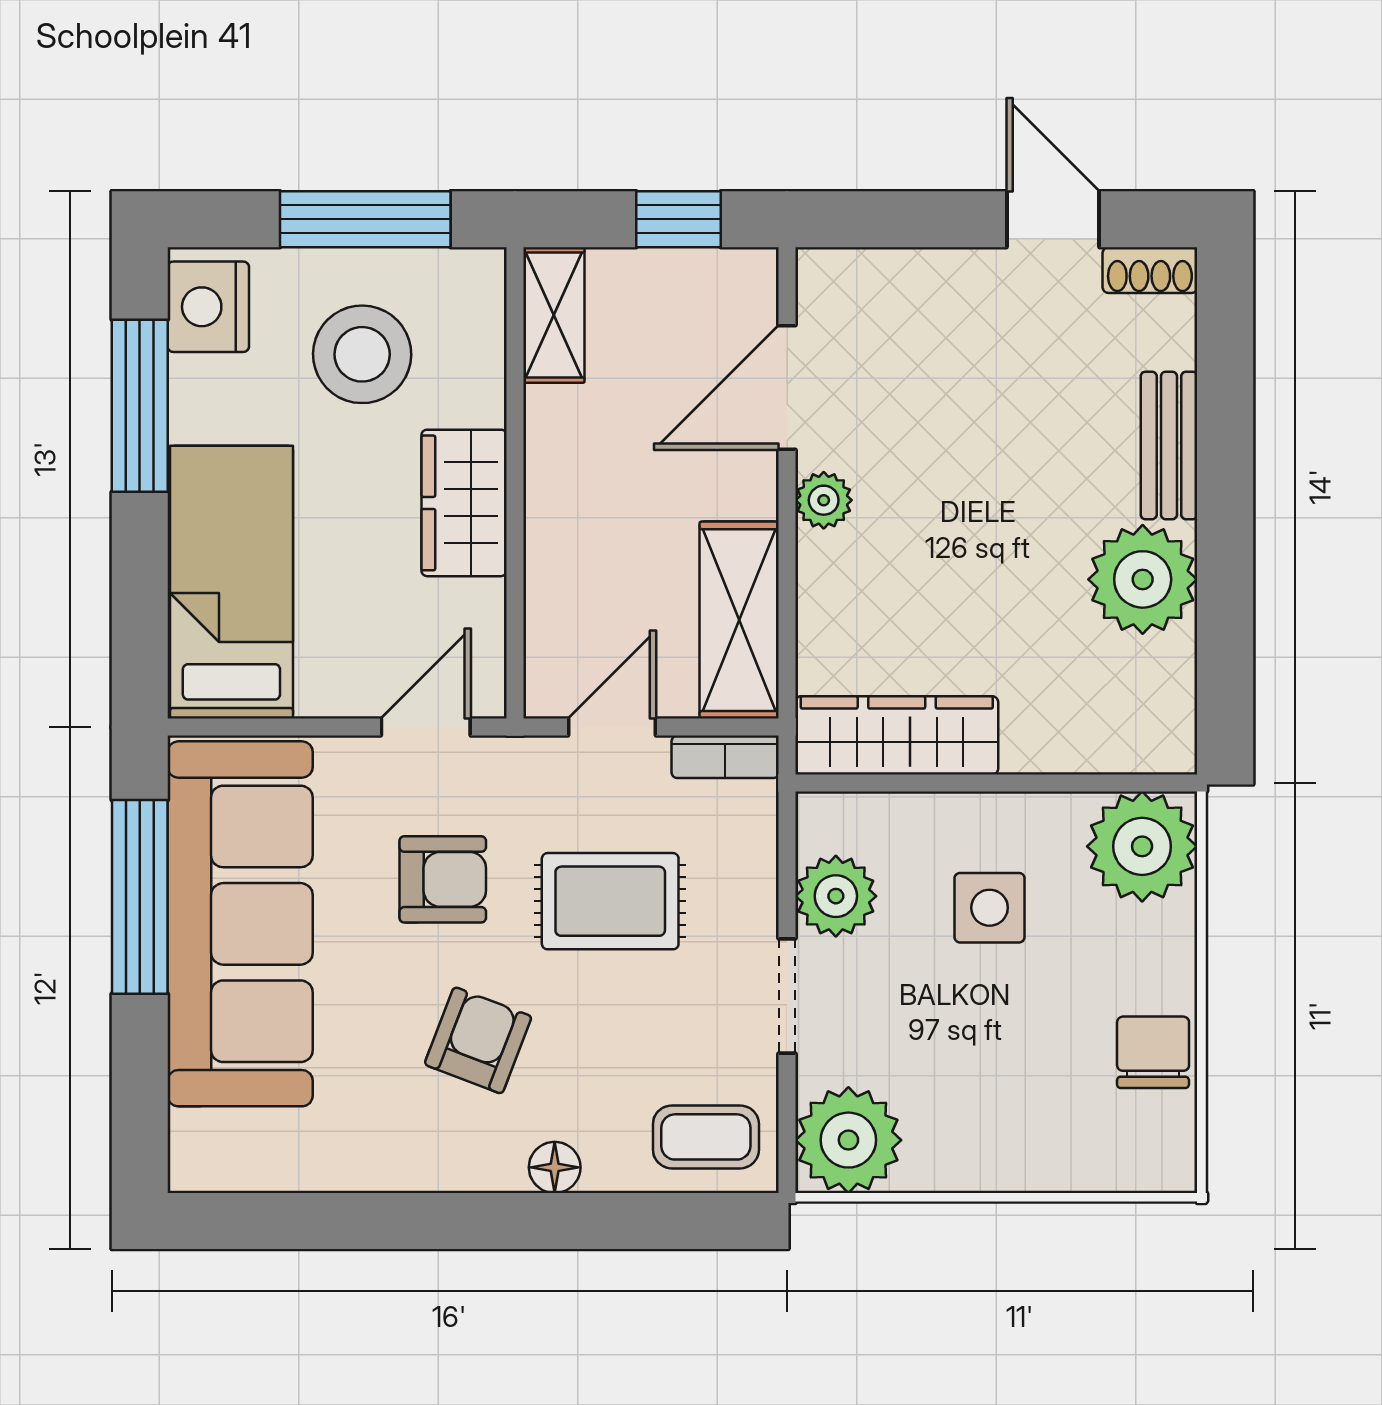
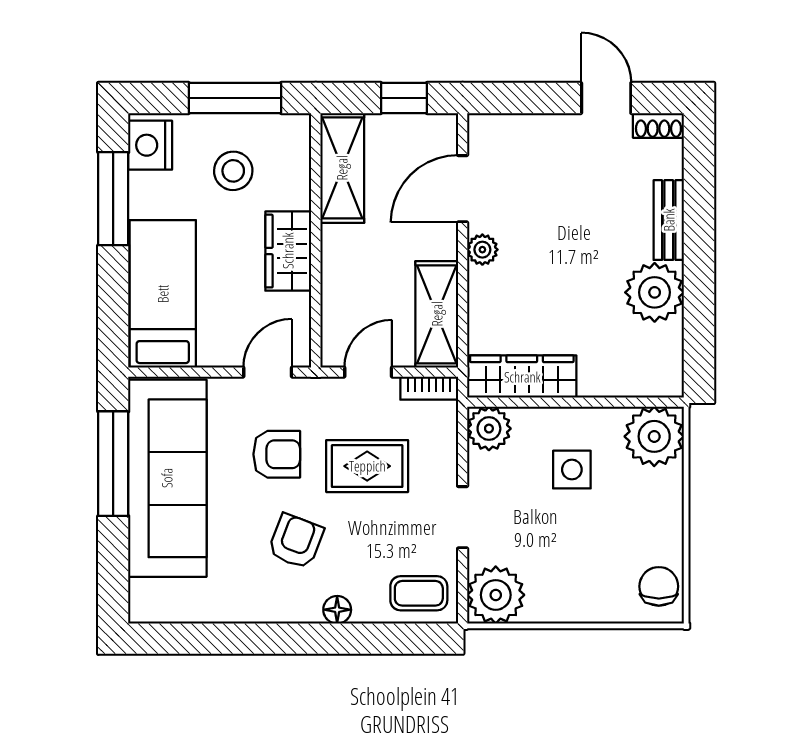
shelving: (554, 315) -> (342, 168), width x1.50, depth x1.33
stool: (362, 354) -> (233, 171), width x0.73, depth x0.73
plant: (836, 896) -> (489, 429), moved
chair: (1153, 1052) -> (659, 586), moved

